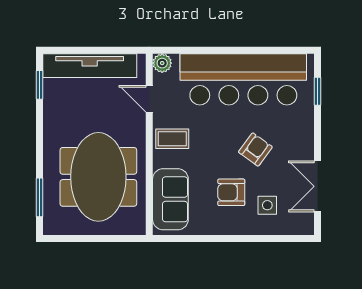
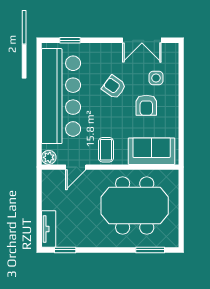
tv unit: (90, 66) -> (49, 229), width x0.52, depth x0.78

